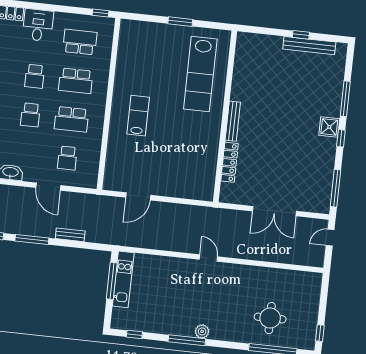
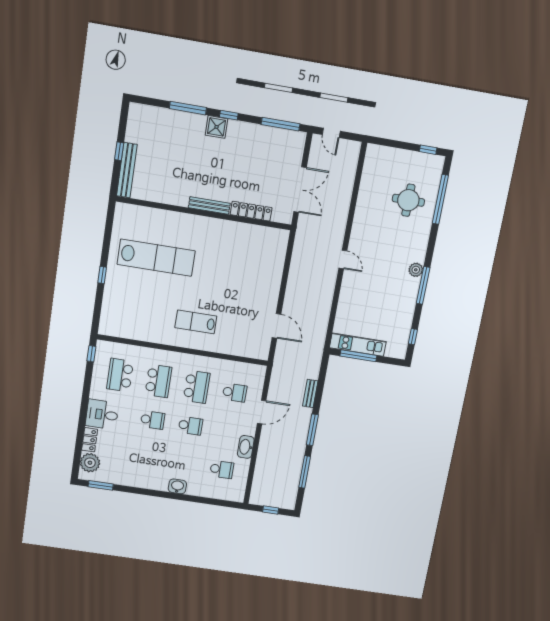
window: (180, 22) -> (102, 275), width x0.67
bench: (309, 46) -> (127, 170), moved
wall: (225, 116) -> (204, 213), moved
bench: (233, 121) -> (209, 205), moved
locker: (229, 162) -> (251, 211), moved
door: (208, 258) -> (343, 259), swing flipped

